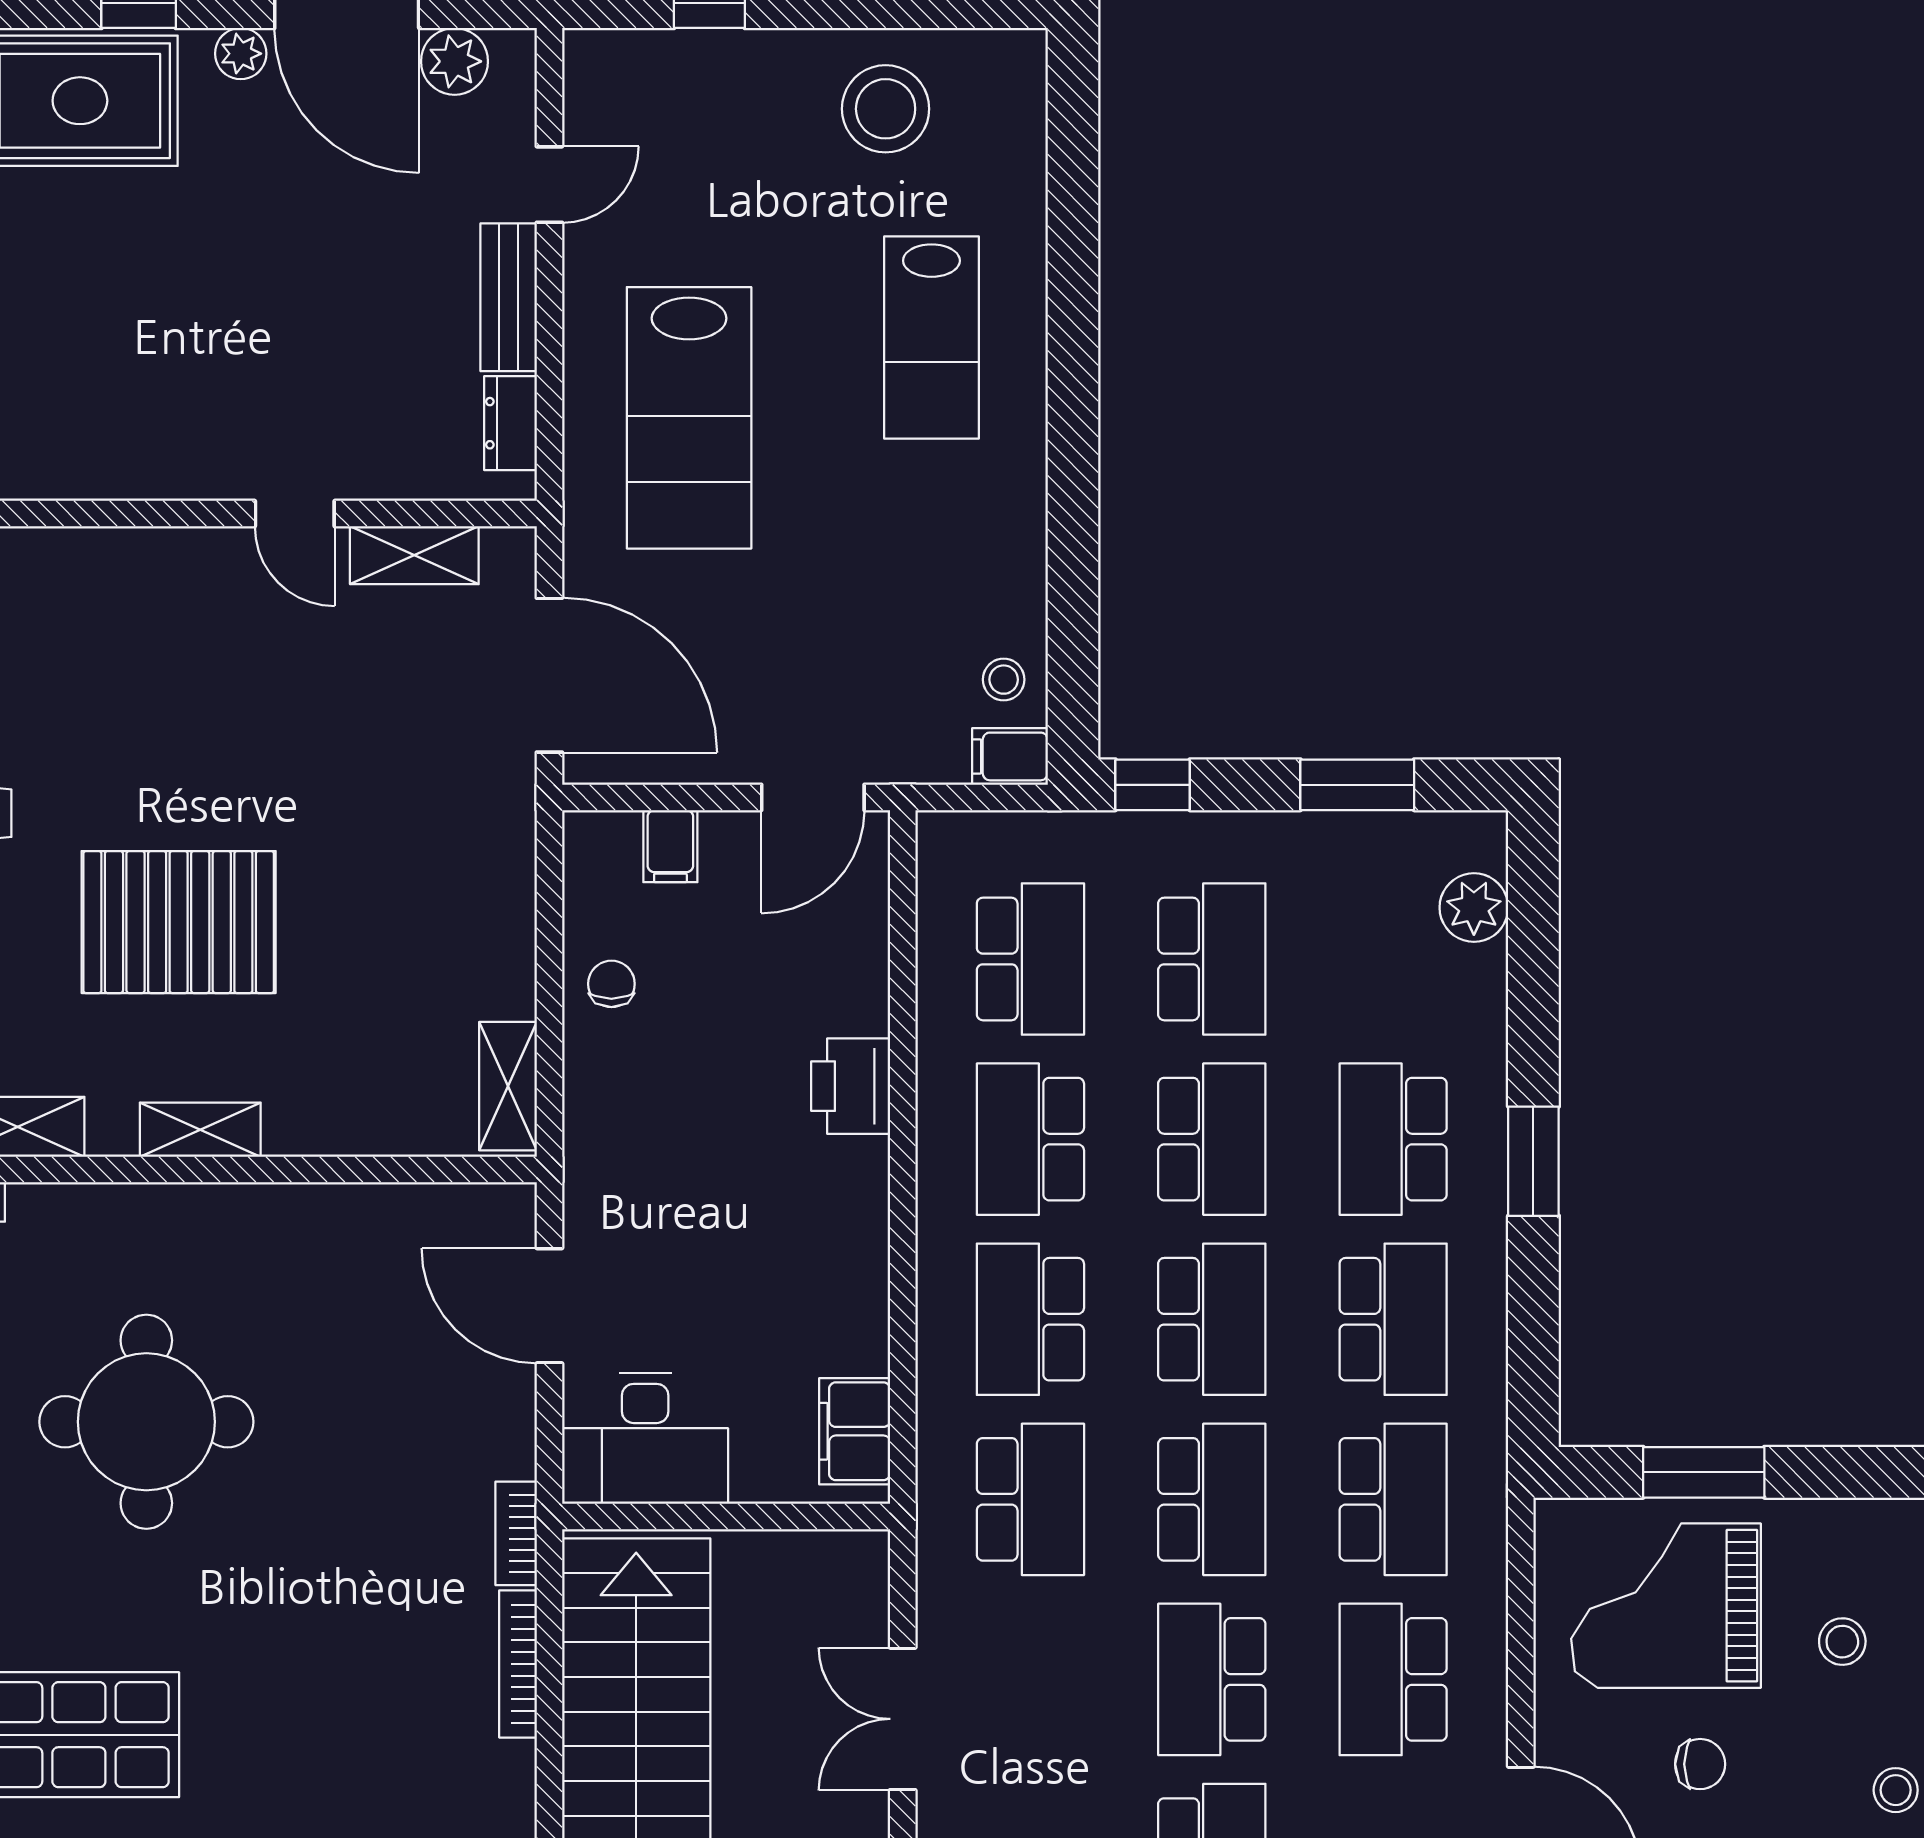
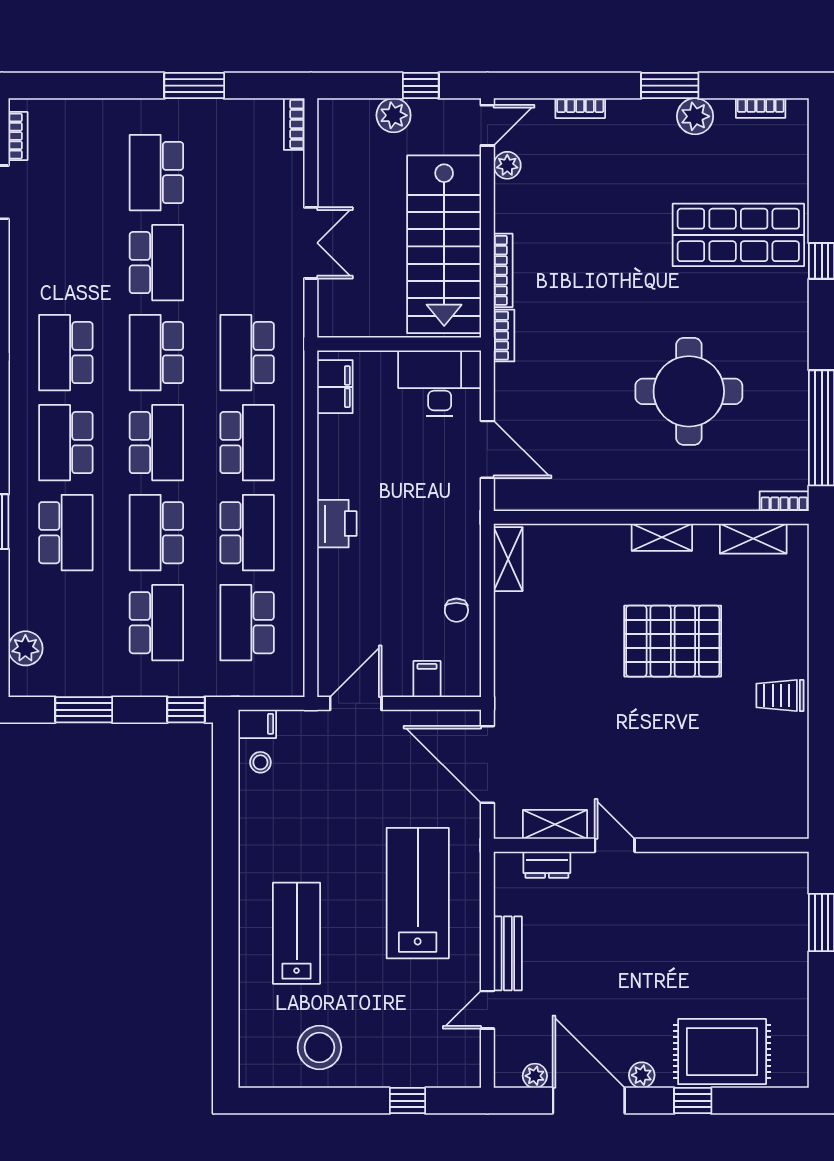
plant: (455, 61) -> (535, 1076), width x0.73, depth x0.73
dresser: (510, 423) -> (547, 865), moved, turned 90
school desk: (1212, 959) -> (156, 623), turned 180
printer: (851, 1086) -> (337, 524), moved
school desk: (1212, 1319) -> (156, 443), turned 180
school desk: (1393, 1679) -> (66, 263), removed

